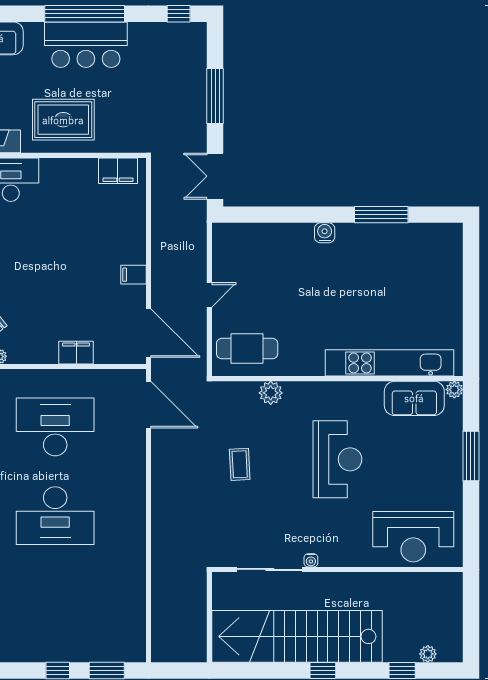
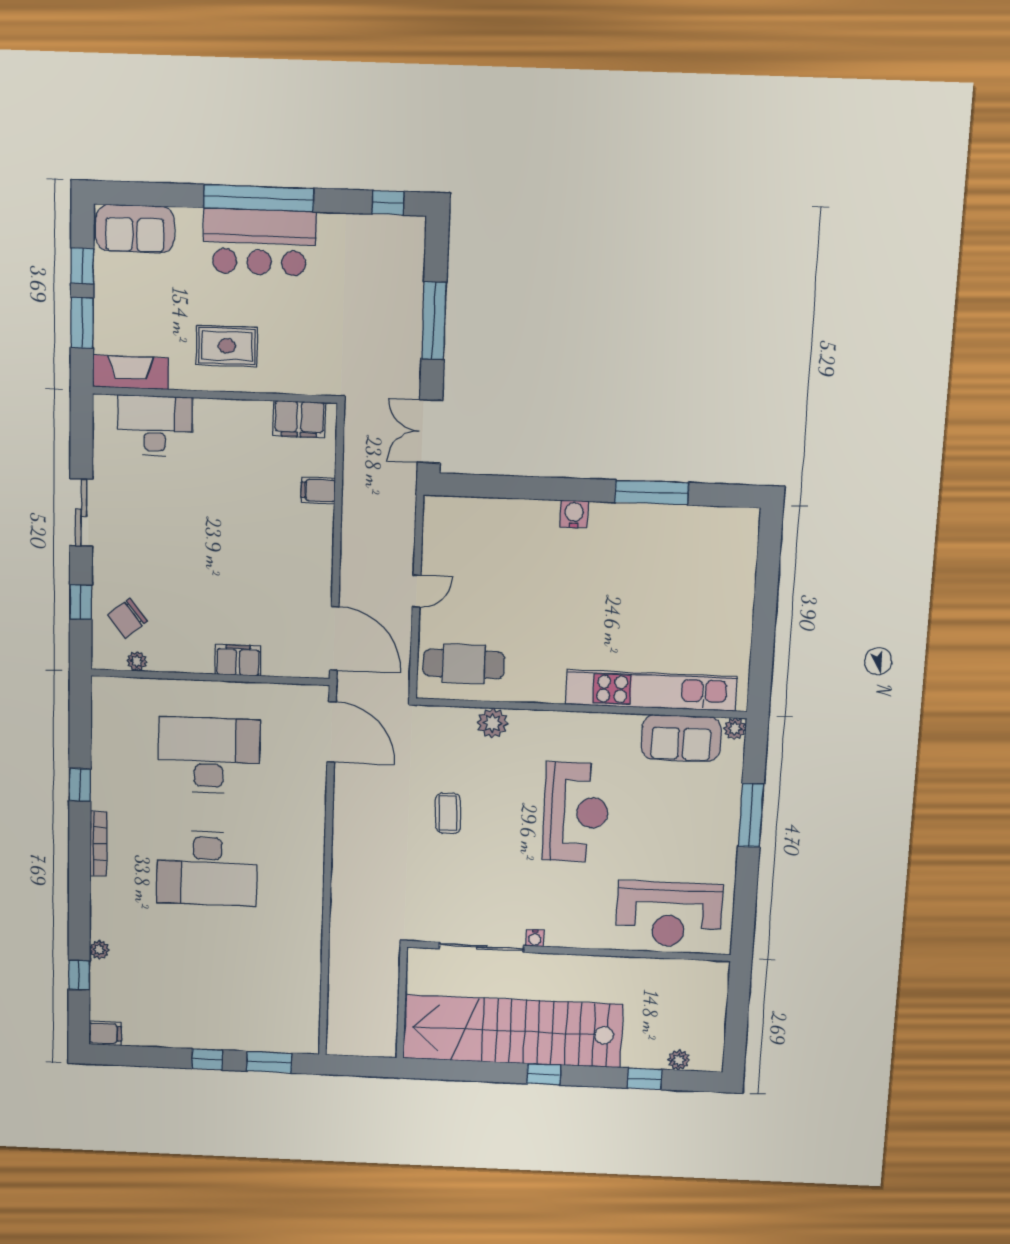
rug: (63, 120) -> (227, 346), width x0.73, depth x0.70
filing cabinet: (133, 275) -> (318, 490), moved

